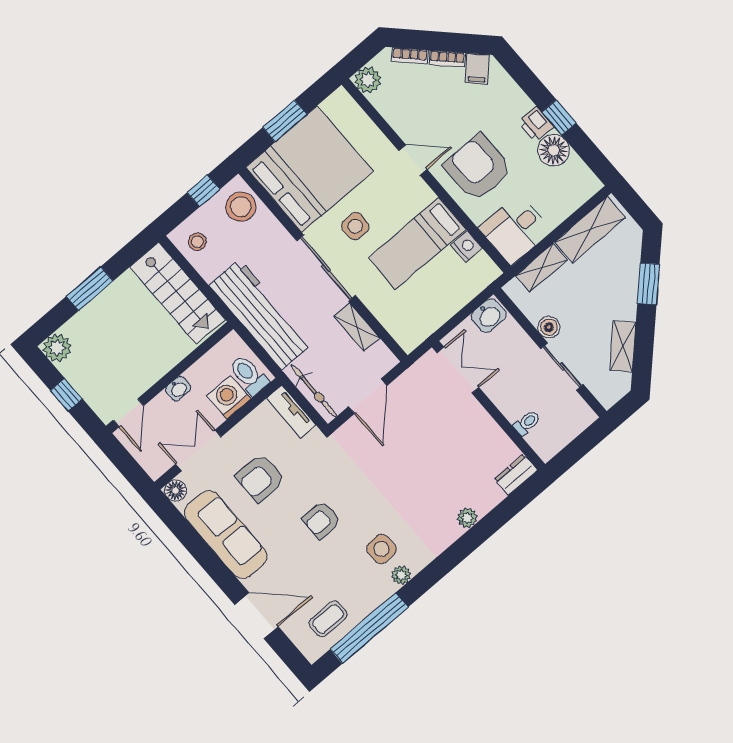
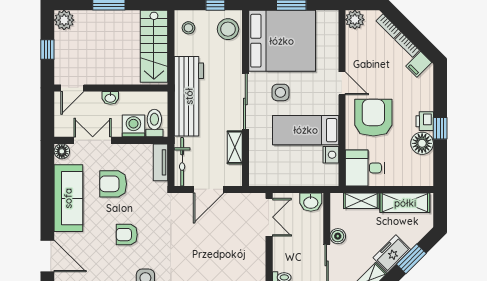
freezer: (623, 296) -> (392, 254), added

